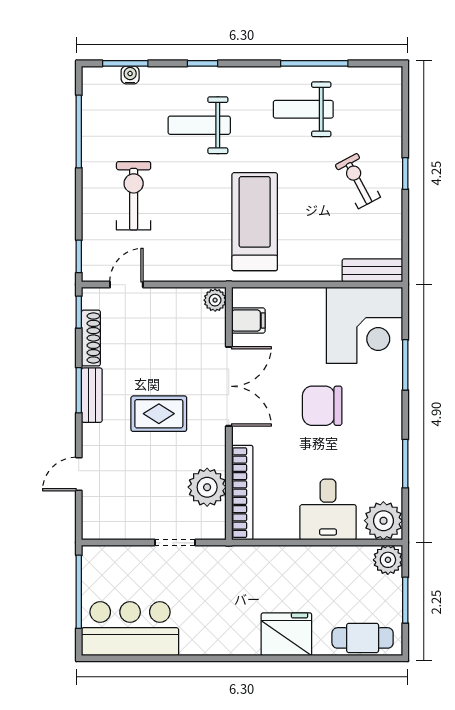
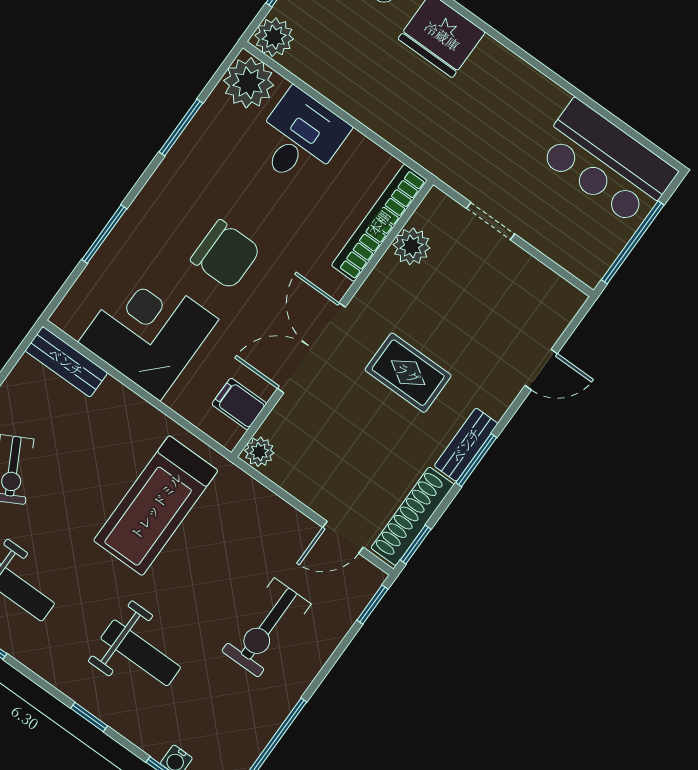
corner desk: (364, 325) -> (148, 331), moved
shoe rack: (91, 338) -> (413, 516), width x1.36, depth x1.24
plant: (207, 487) -> (412, 246), width x0.73, depth x0.73

